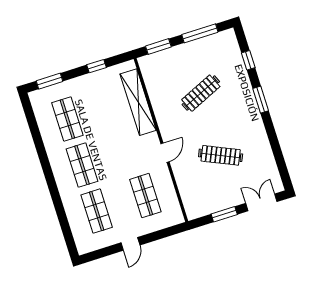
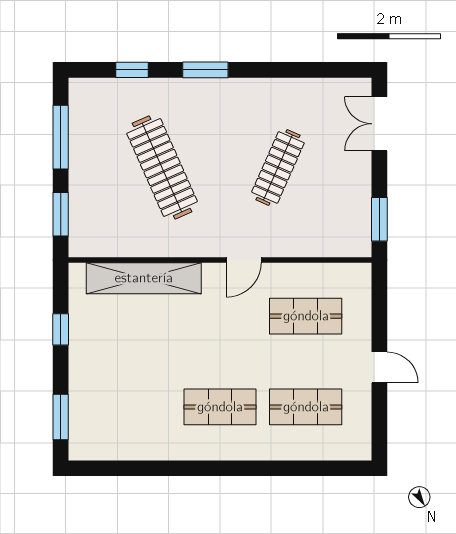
clothes rail: (201, 93) -> (162, 167), width x1.37, depth x1.31
shop shelf: (67, 119) -> (134, 407), removed
door: (165, 153) -> (244, 260), swing flipped
window: (224, 214) -> (379, 219), moved

